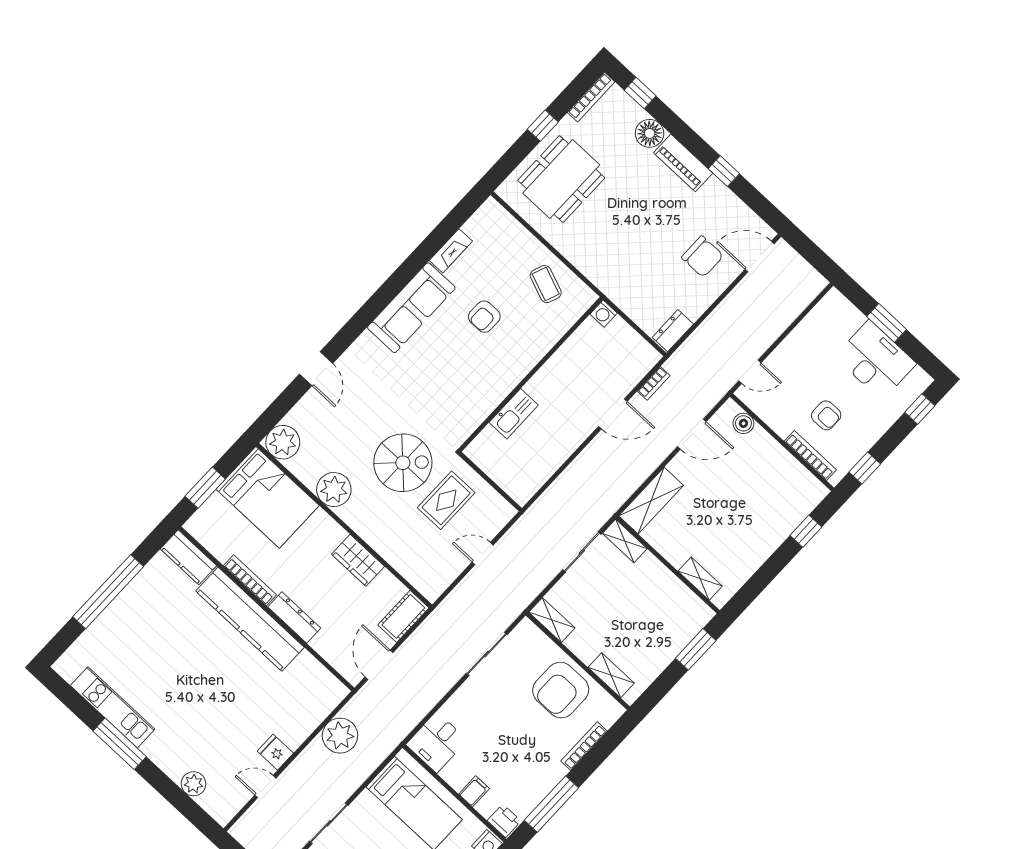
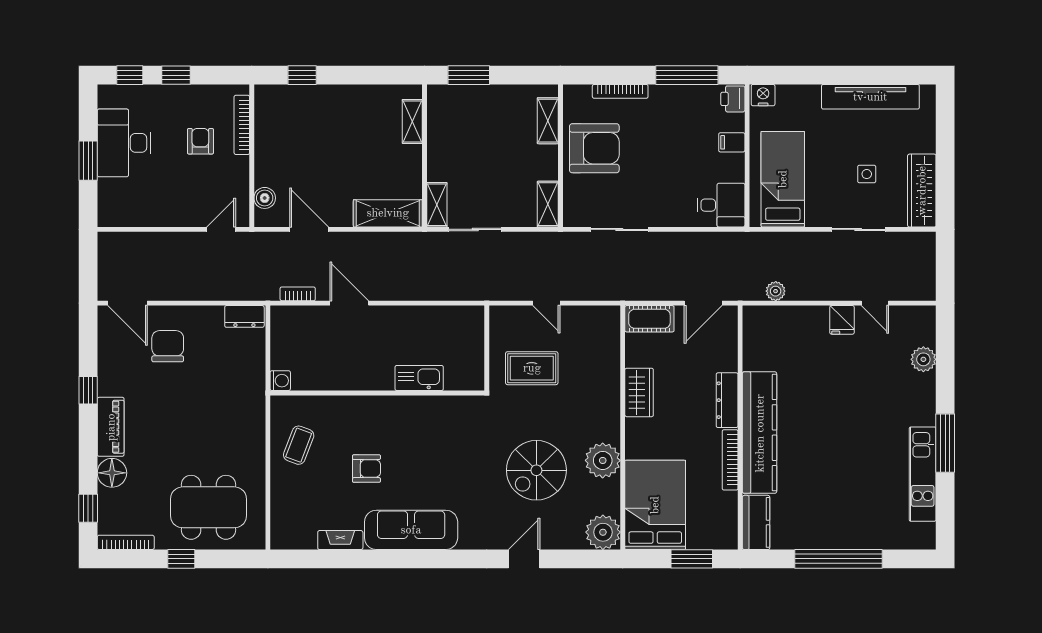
door: (750, 372) -> (221, 229), hinge flipped
spiral stairs: (403, 463) -> (536, 470), moved, turned -90
window: (865, 468) -> (176, 75), moved
plant: (340, 736) -> (776, 291), width x0.53, depth x0.53

